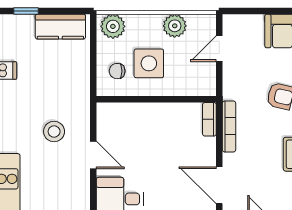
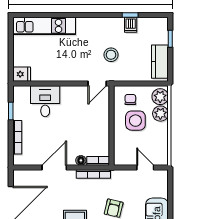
plant: (175, 26) -> (160, 114), moved
stool: (54, 131) -> (111, 55), moved
floor lamp: (209, 145) -> (81, 160), added
door: (93, 155) -> (97, 84), moved

